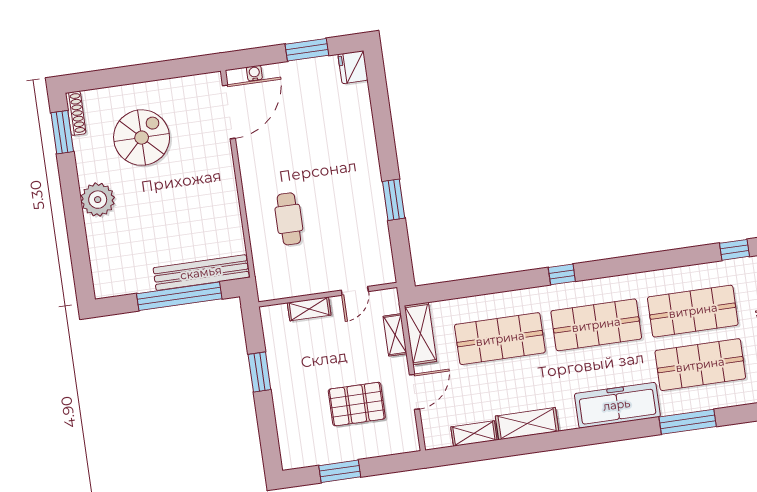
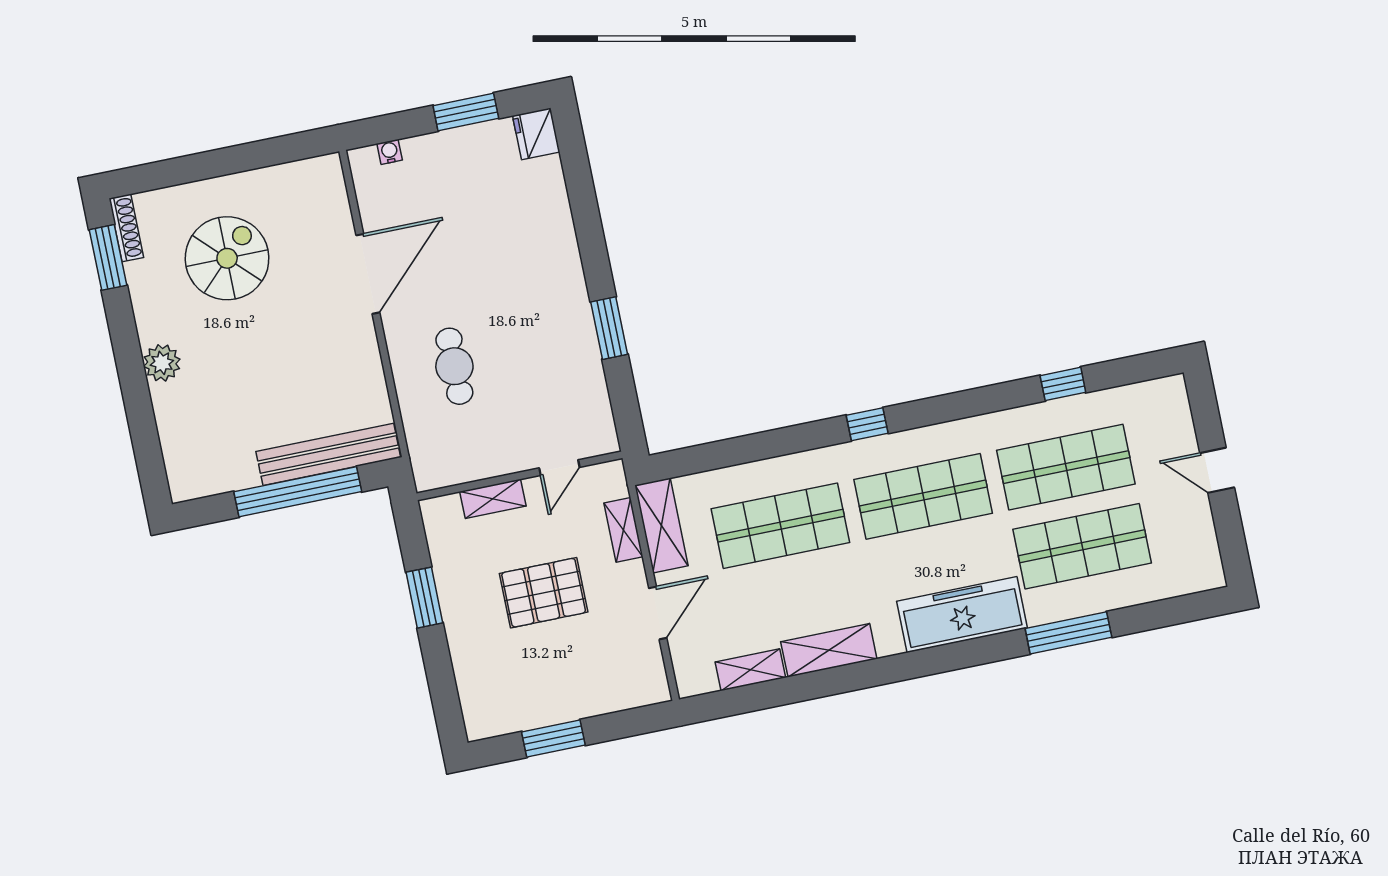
door: (229, 112) -> (368, 274), moved
plant: (98, 200) -> (162, 363), width x0.73, depth x0.73
window: (734, 250) -> (1063, 384), moved
pallet: (357, 404) -> (544, 593), moved

